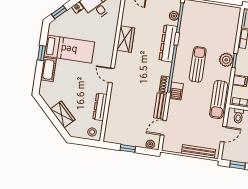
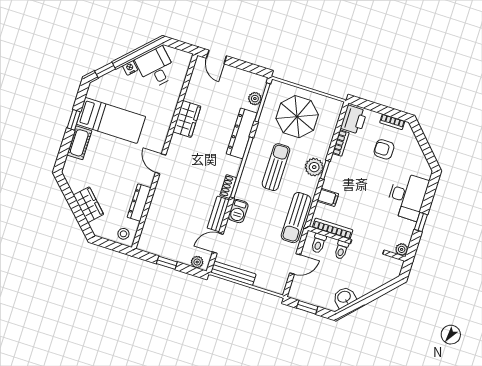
parasol: (207, 24) -> (297, 117), added
barbecue: (176, 91) -> (238, 211), moved
bench: (198, 151) -> (233, 273), moved

